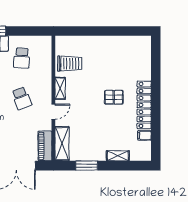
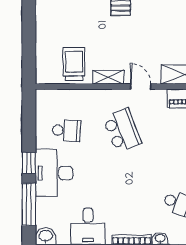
school desk: (22, 98) -> (122, 131), width x1.85

